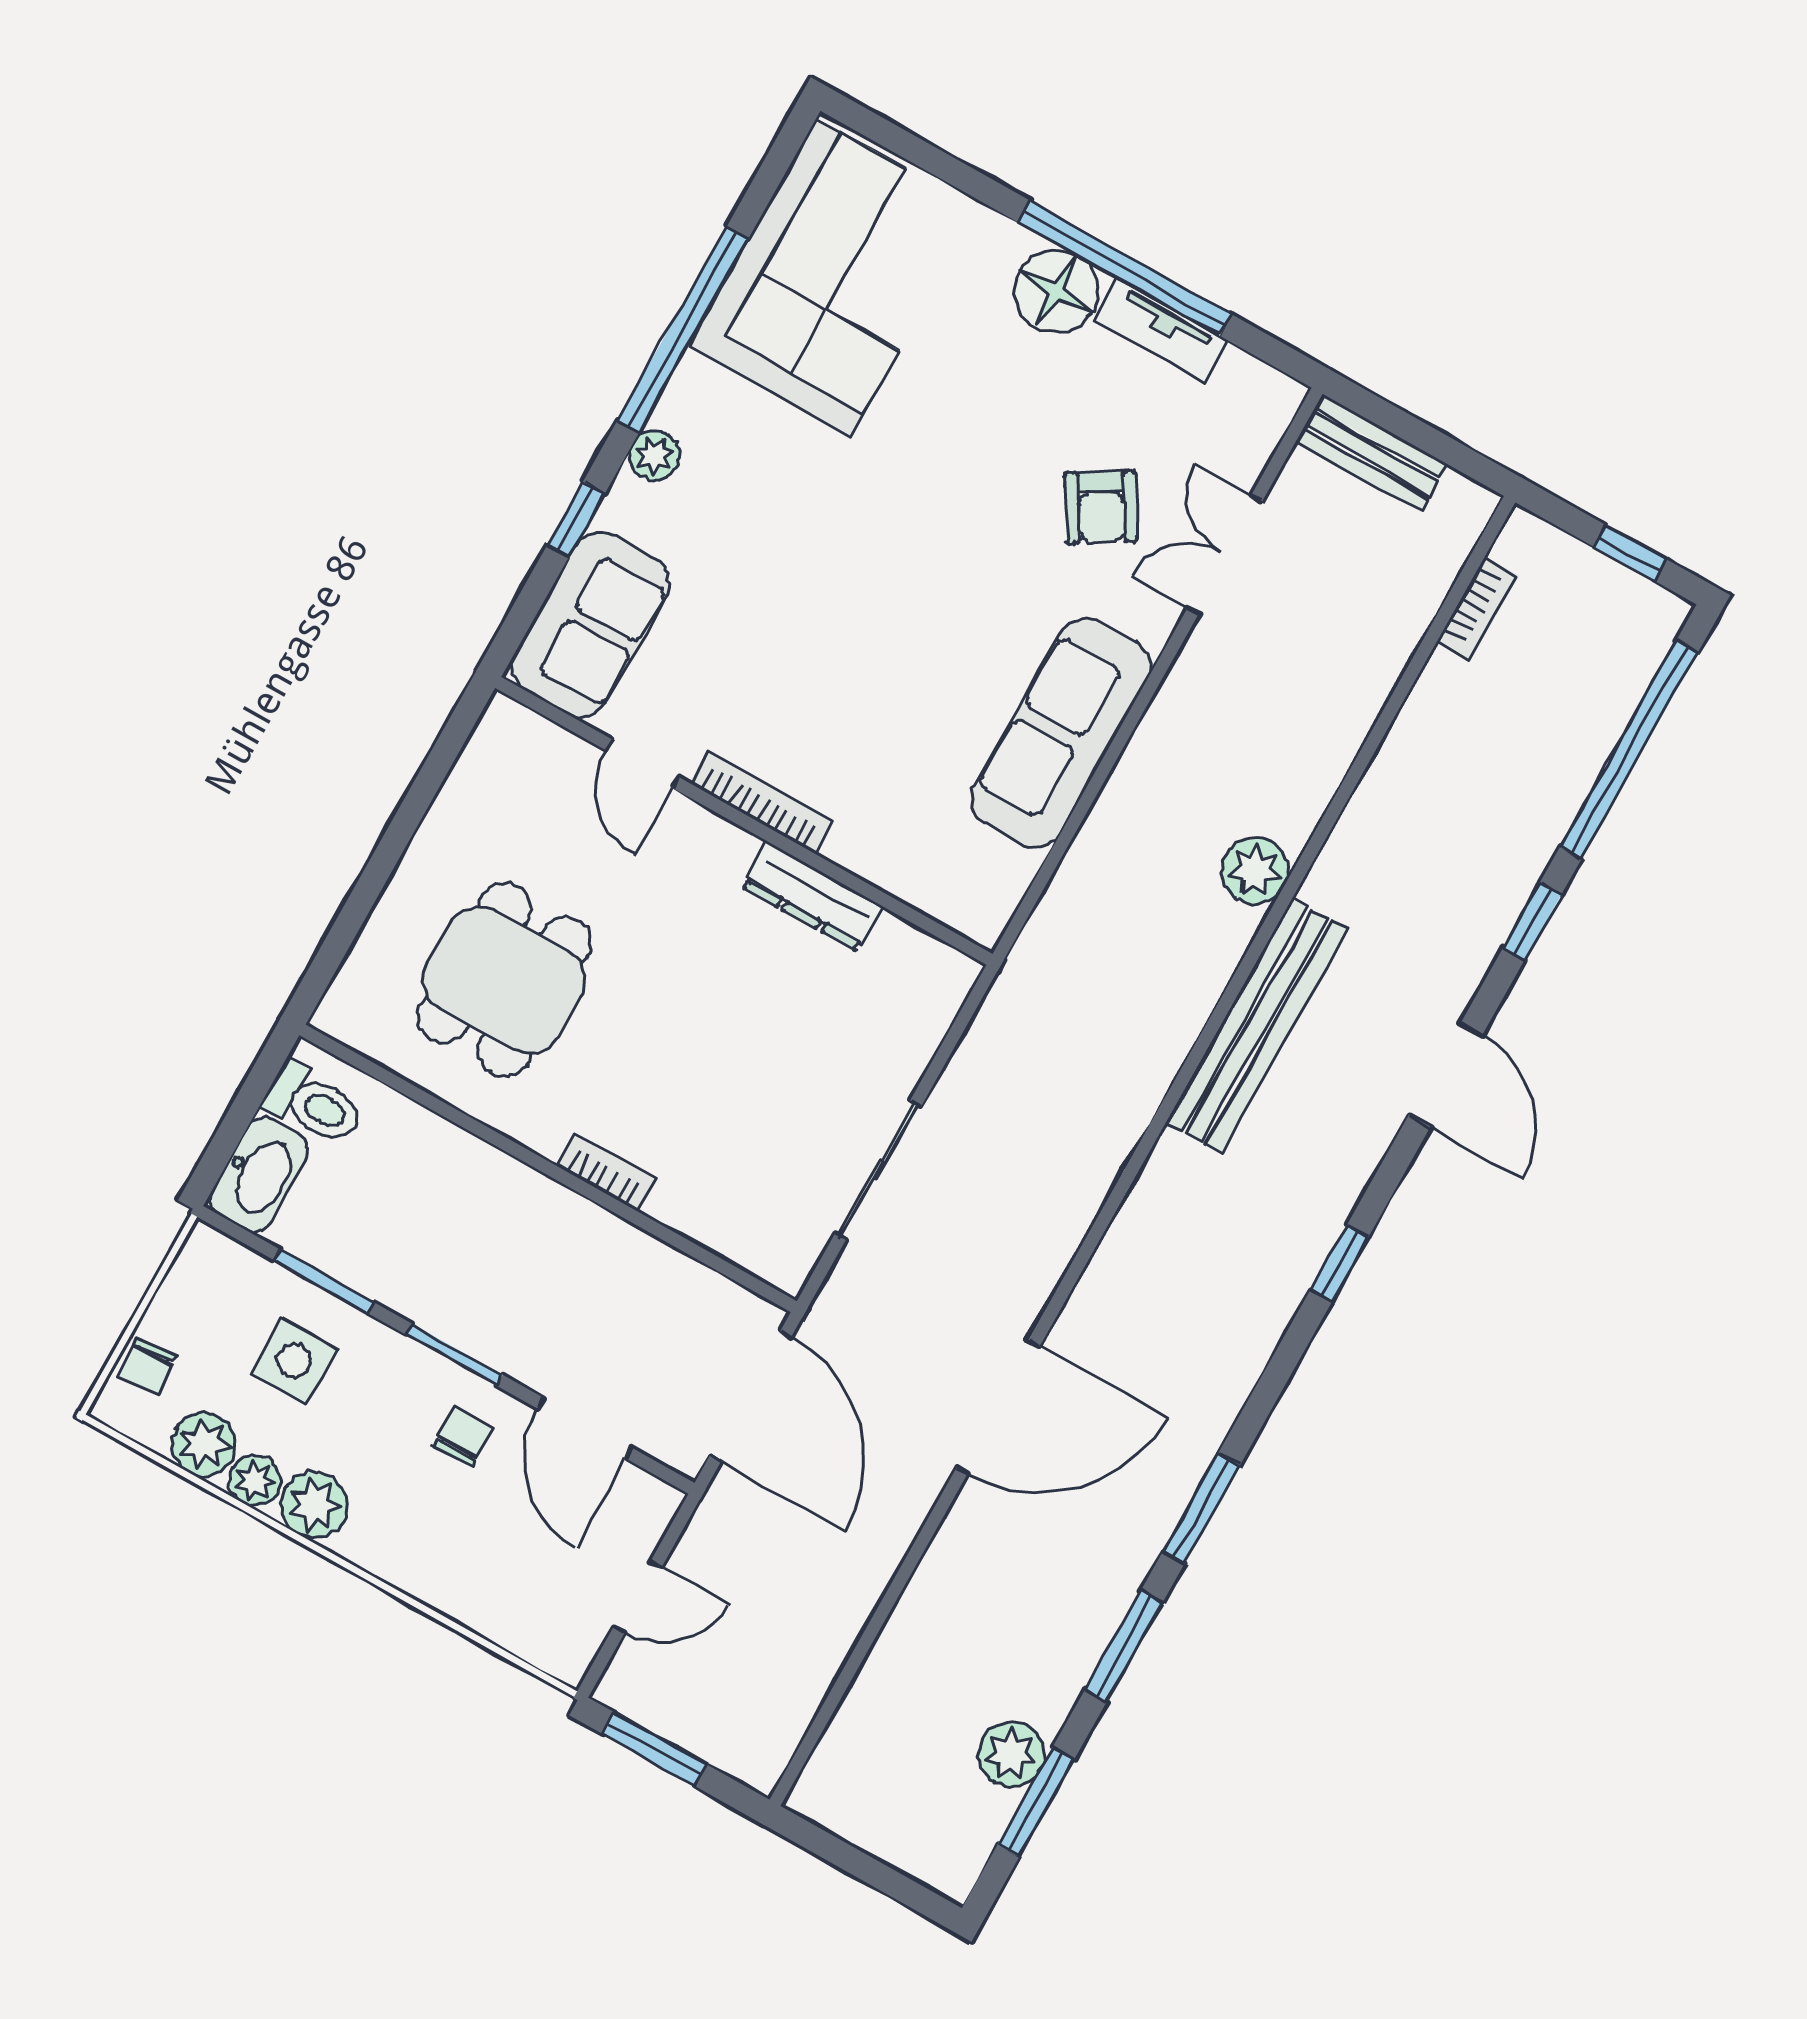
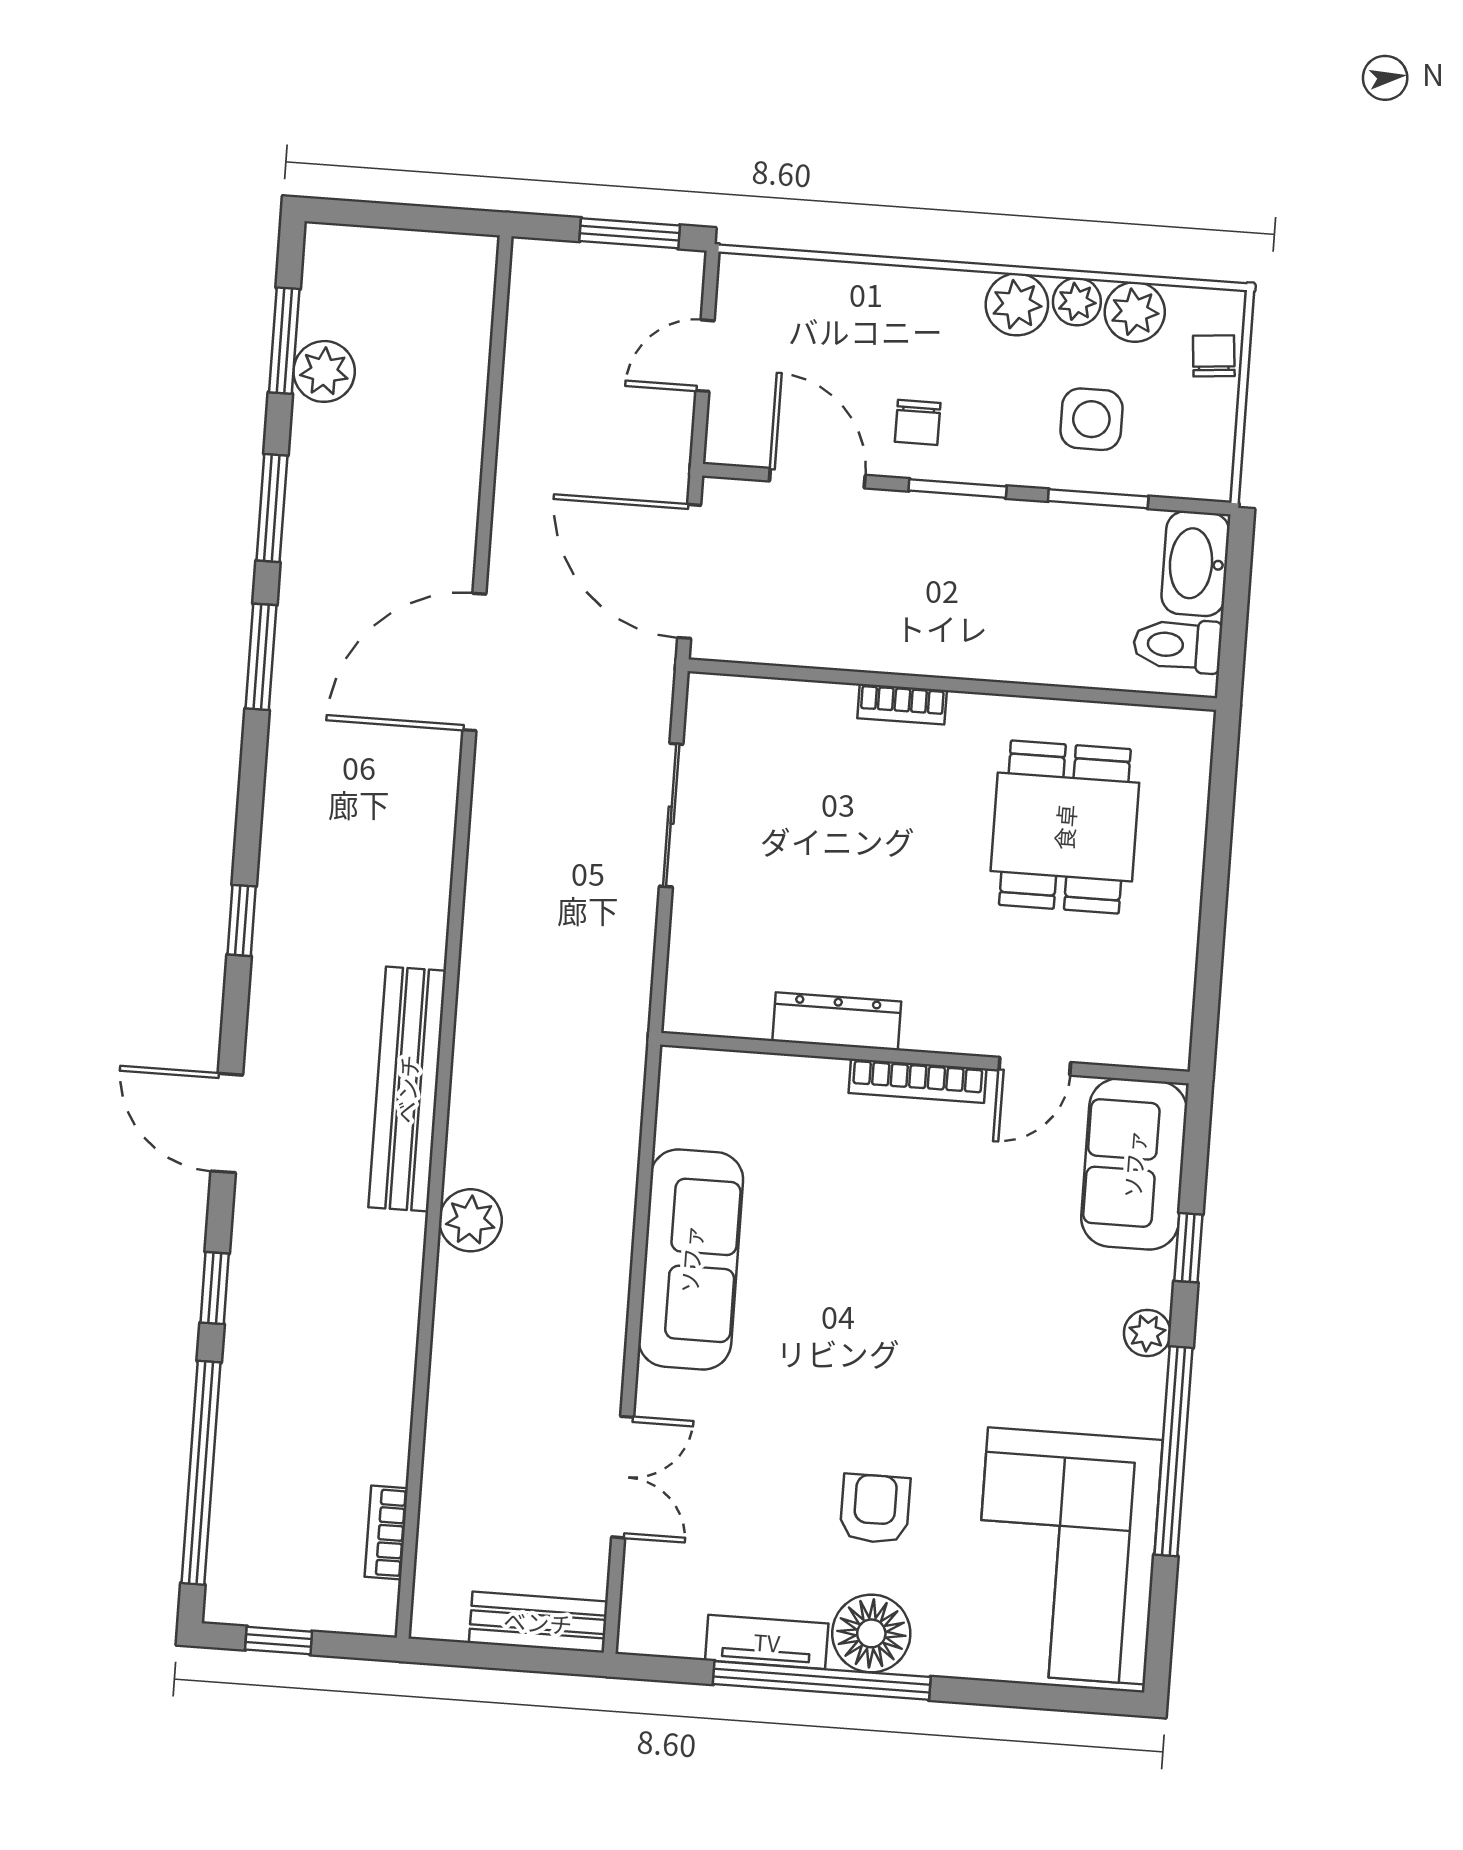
armchair: (1101, 507) -> (875, 1509), moved, turned 31
door: (642, 763) -> (1035, 1066), swing flipped

